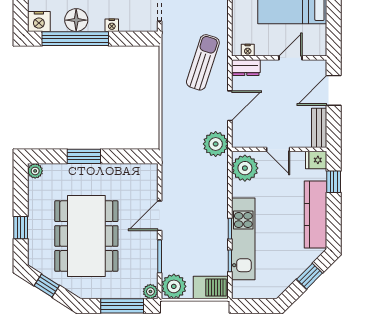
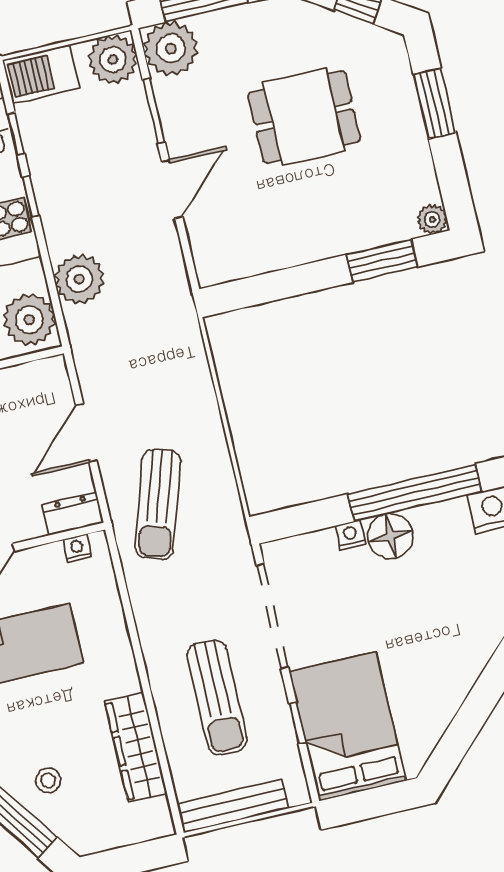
floor lamp: (76, 20) -> (390, 536), moved
plant: (216, 144) -> (79, 279), moved
window: (84, 156) -> (382, 261), moved
window: (21, 228) -> (435, 103), width x1.50
dining table: (86, 236) -> (304, 117), width x0.53, depth x0.80
plant: (150, 292) -> (171, 49), width x1.88, depth x1.88

